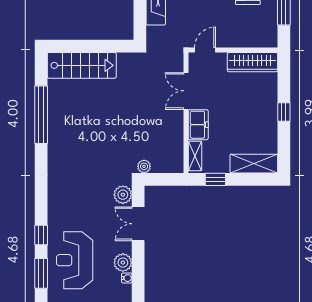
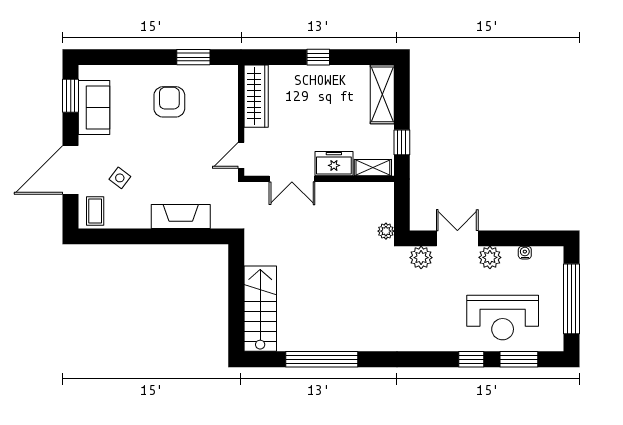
door: (205, 50) -> (241, 155), hinge flipped
double door: (138, 224) -> (457, 238), swing flipped
plant: (123, 263) -> (490, 257), moved

